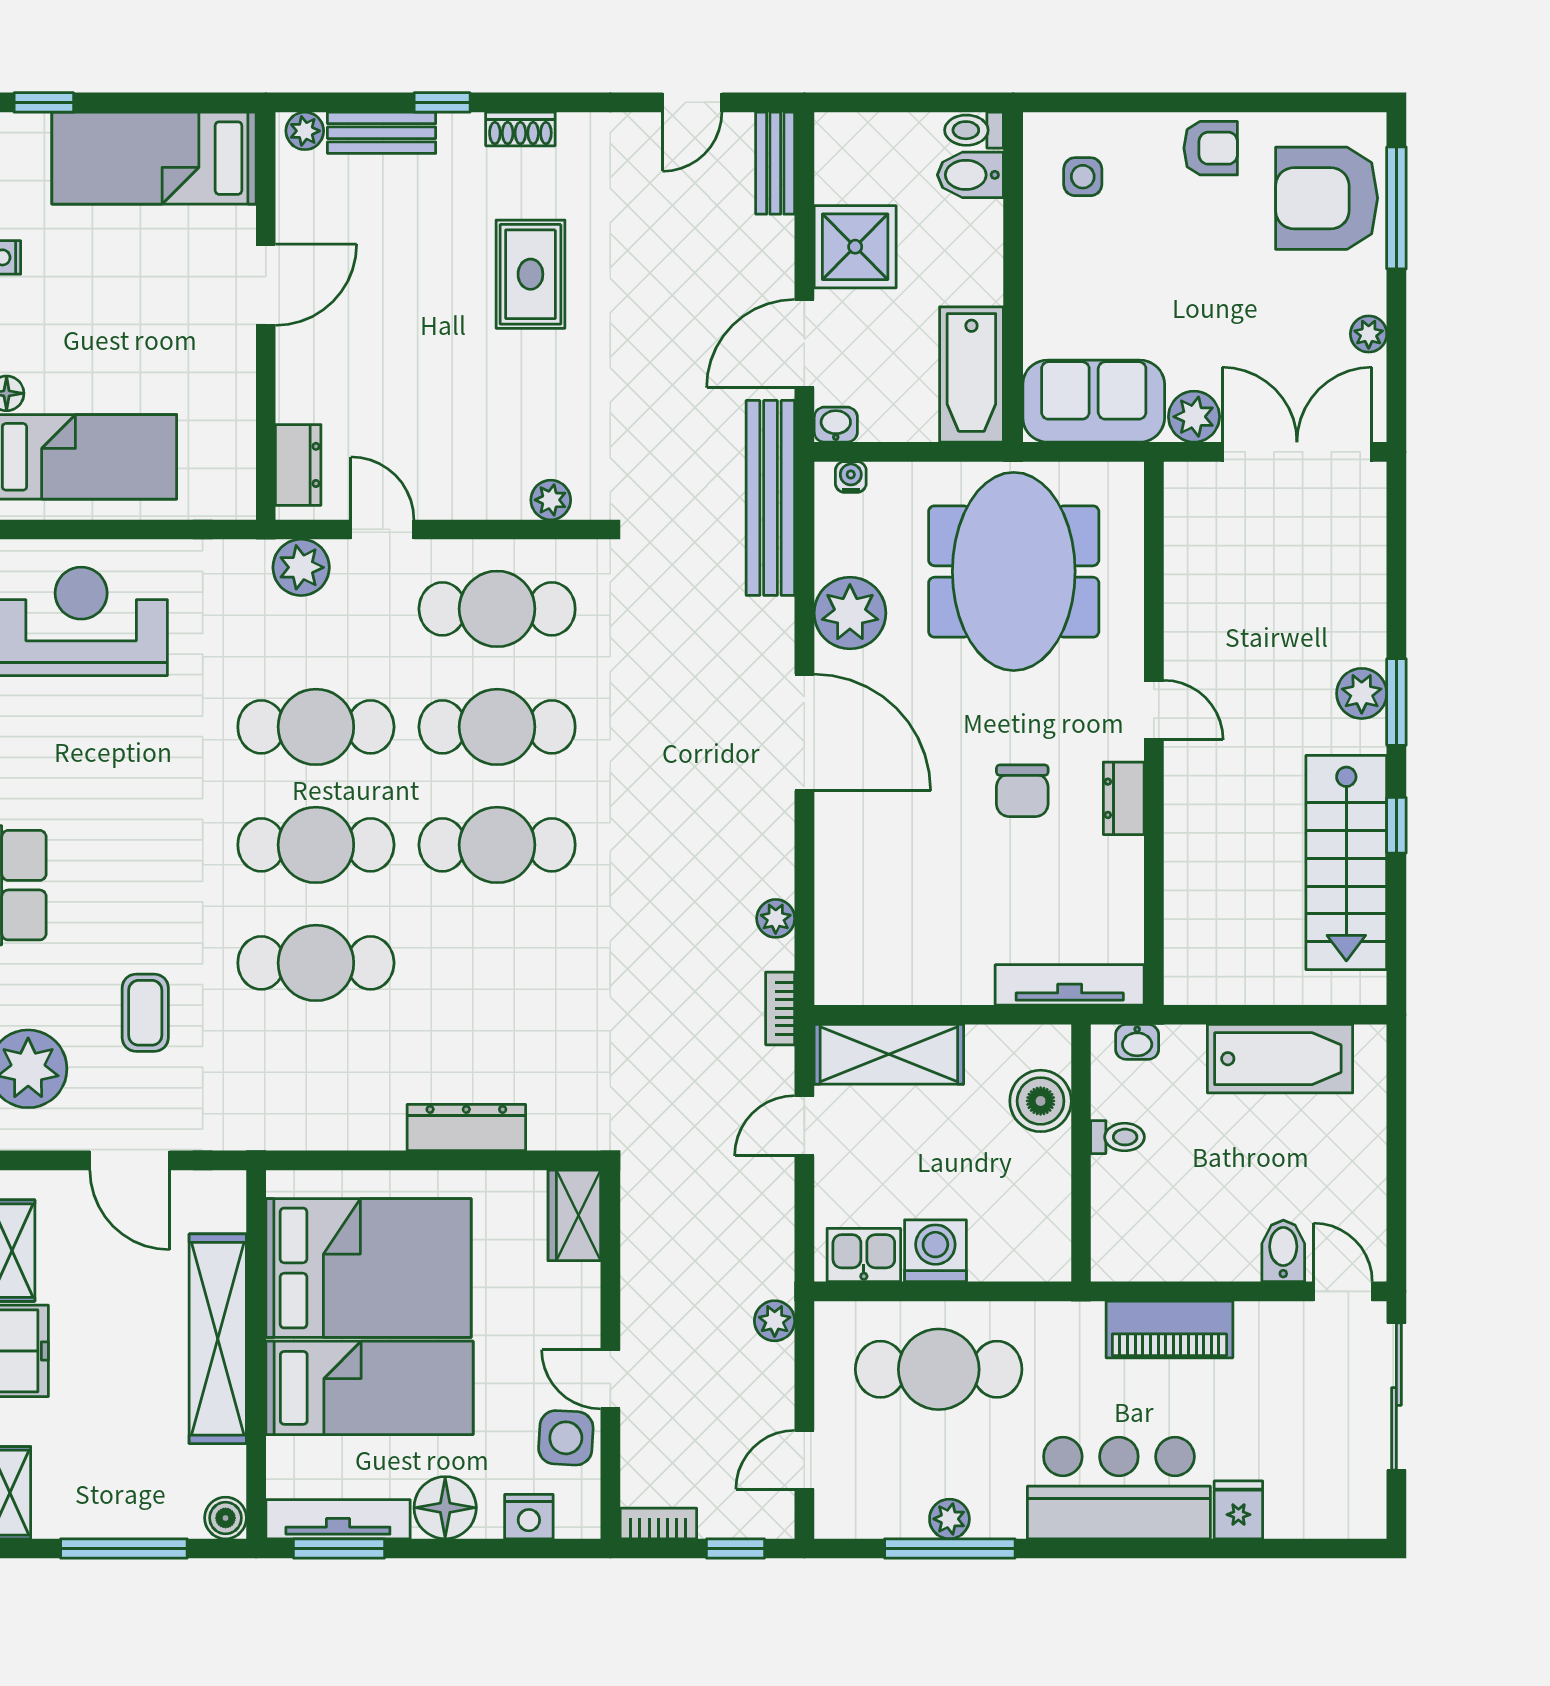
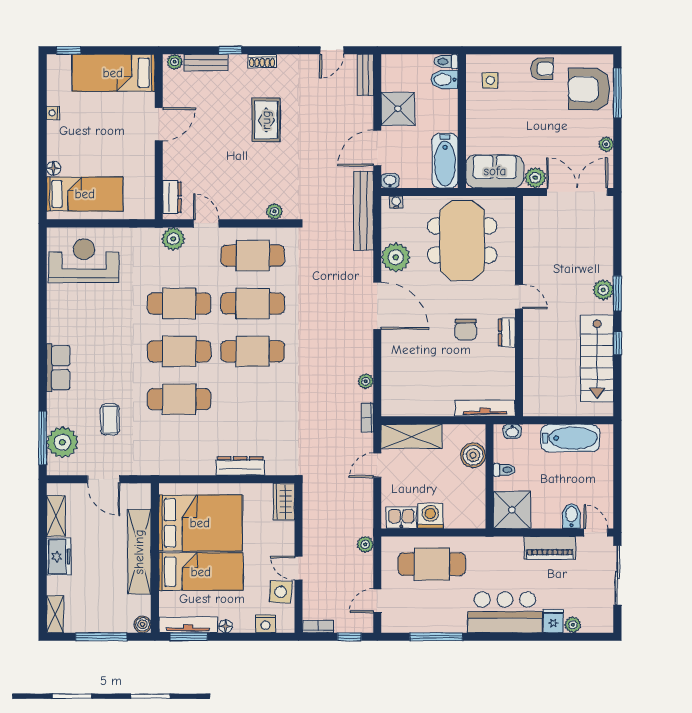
shower: (1137, 1236) -> (512, 510), added
piano: (1169, 1329) -> (550, 548), moved
floor lamp: (445, 1508) -> (226, 626), width x0.53, depth x0.53
plant: (949, 1519) -> (573, 625), moved

